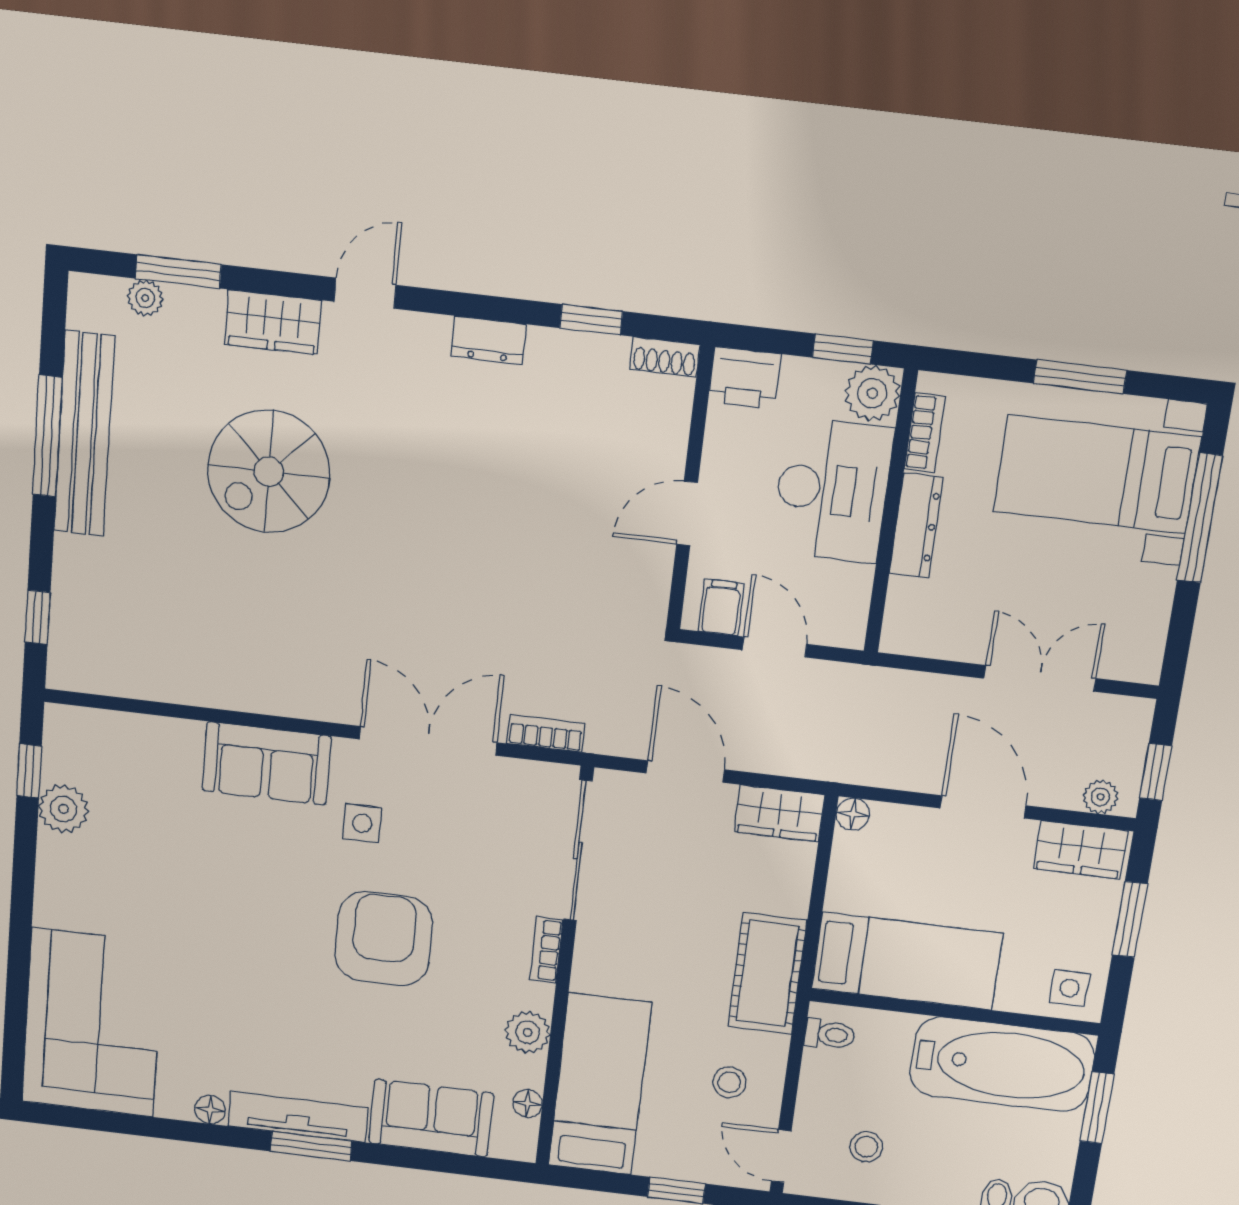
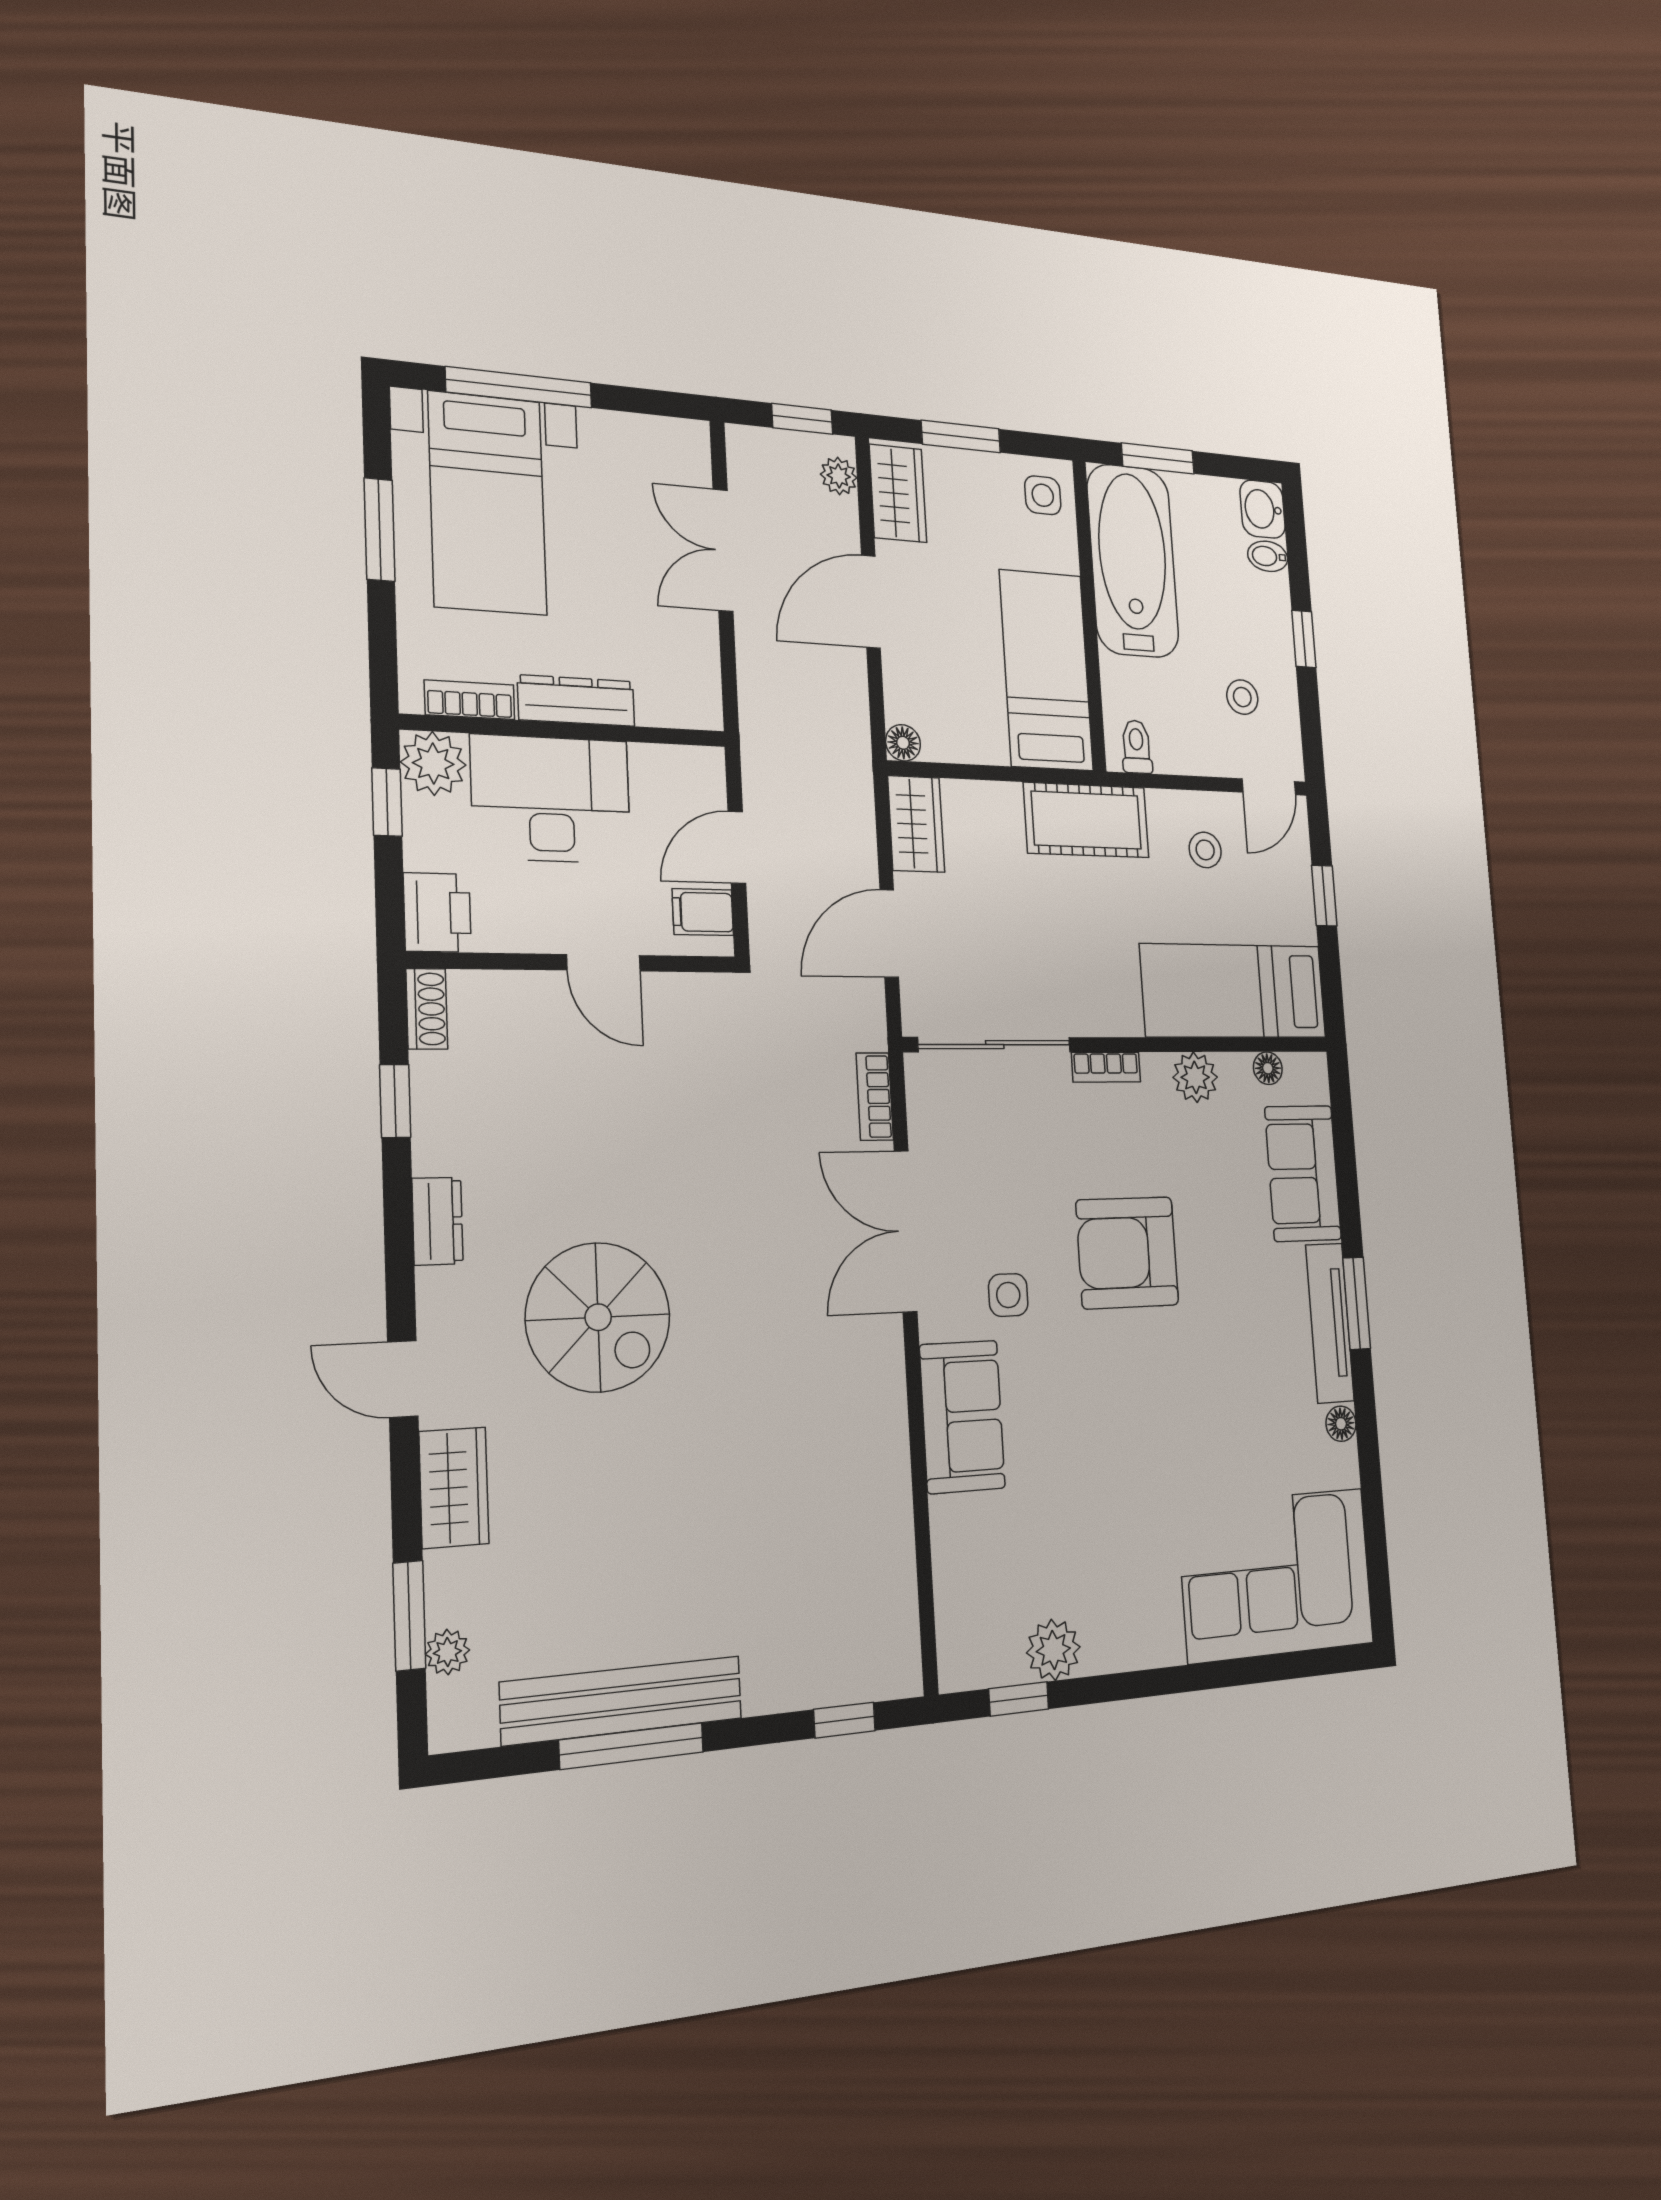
spiral stairs: (269, 472) -> (598, 1317), moved

